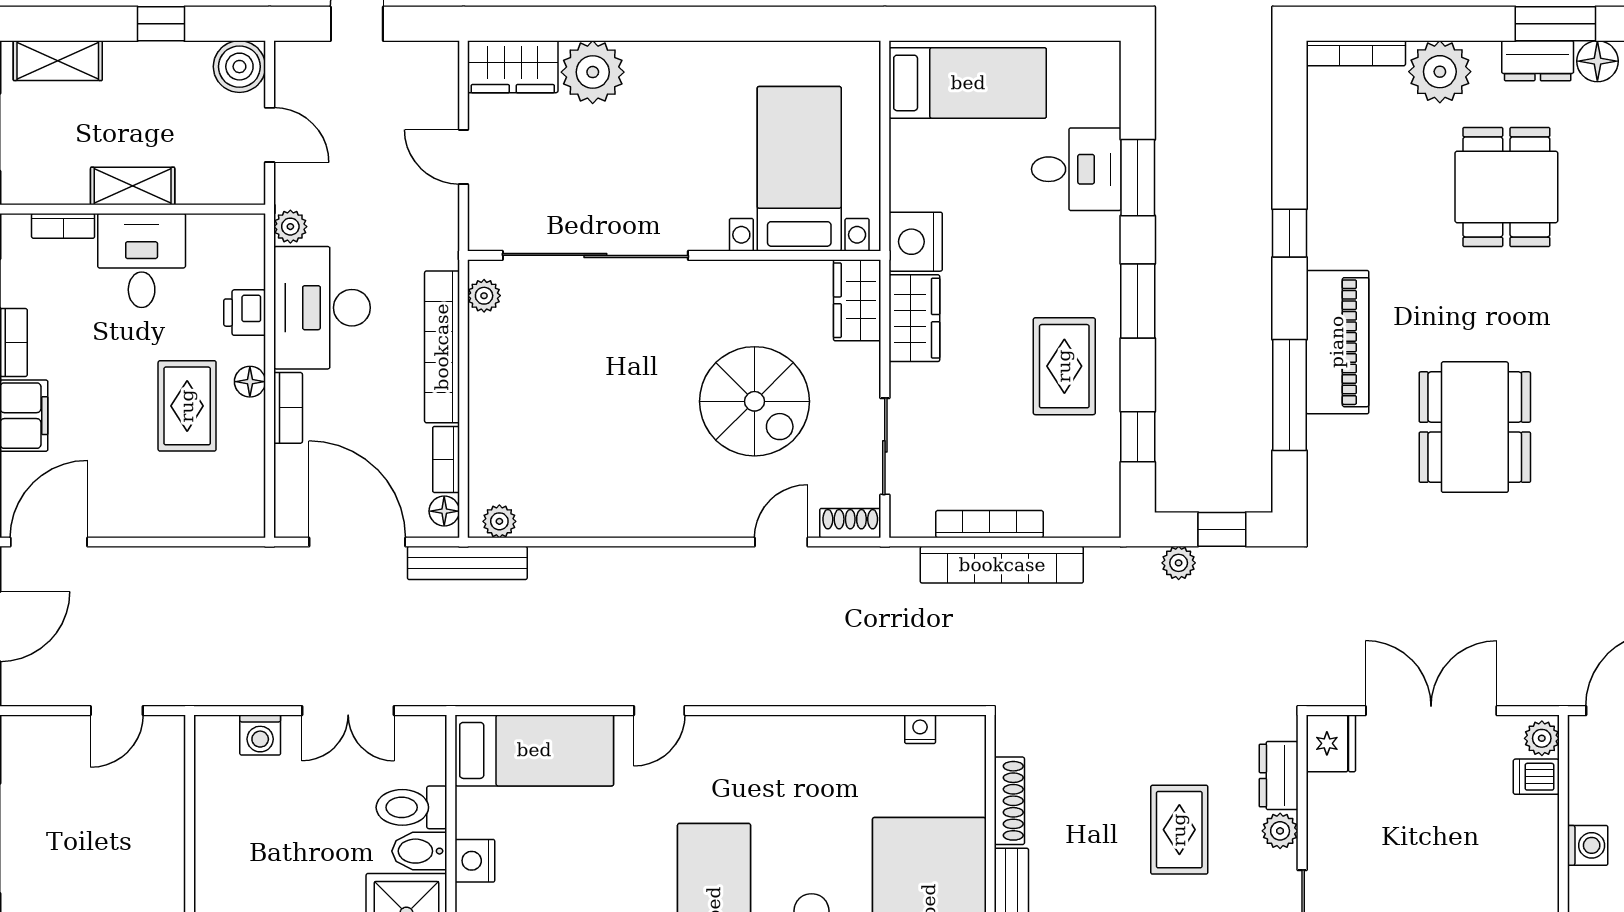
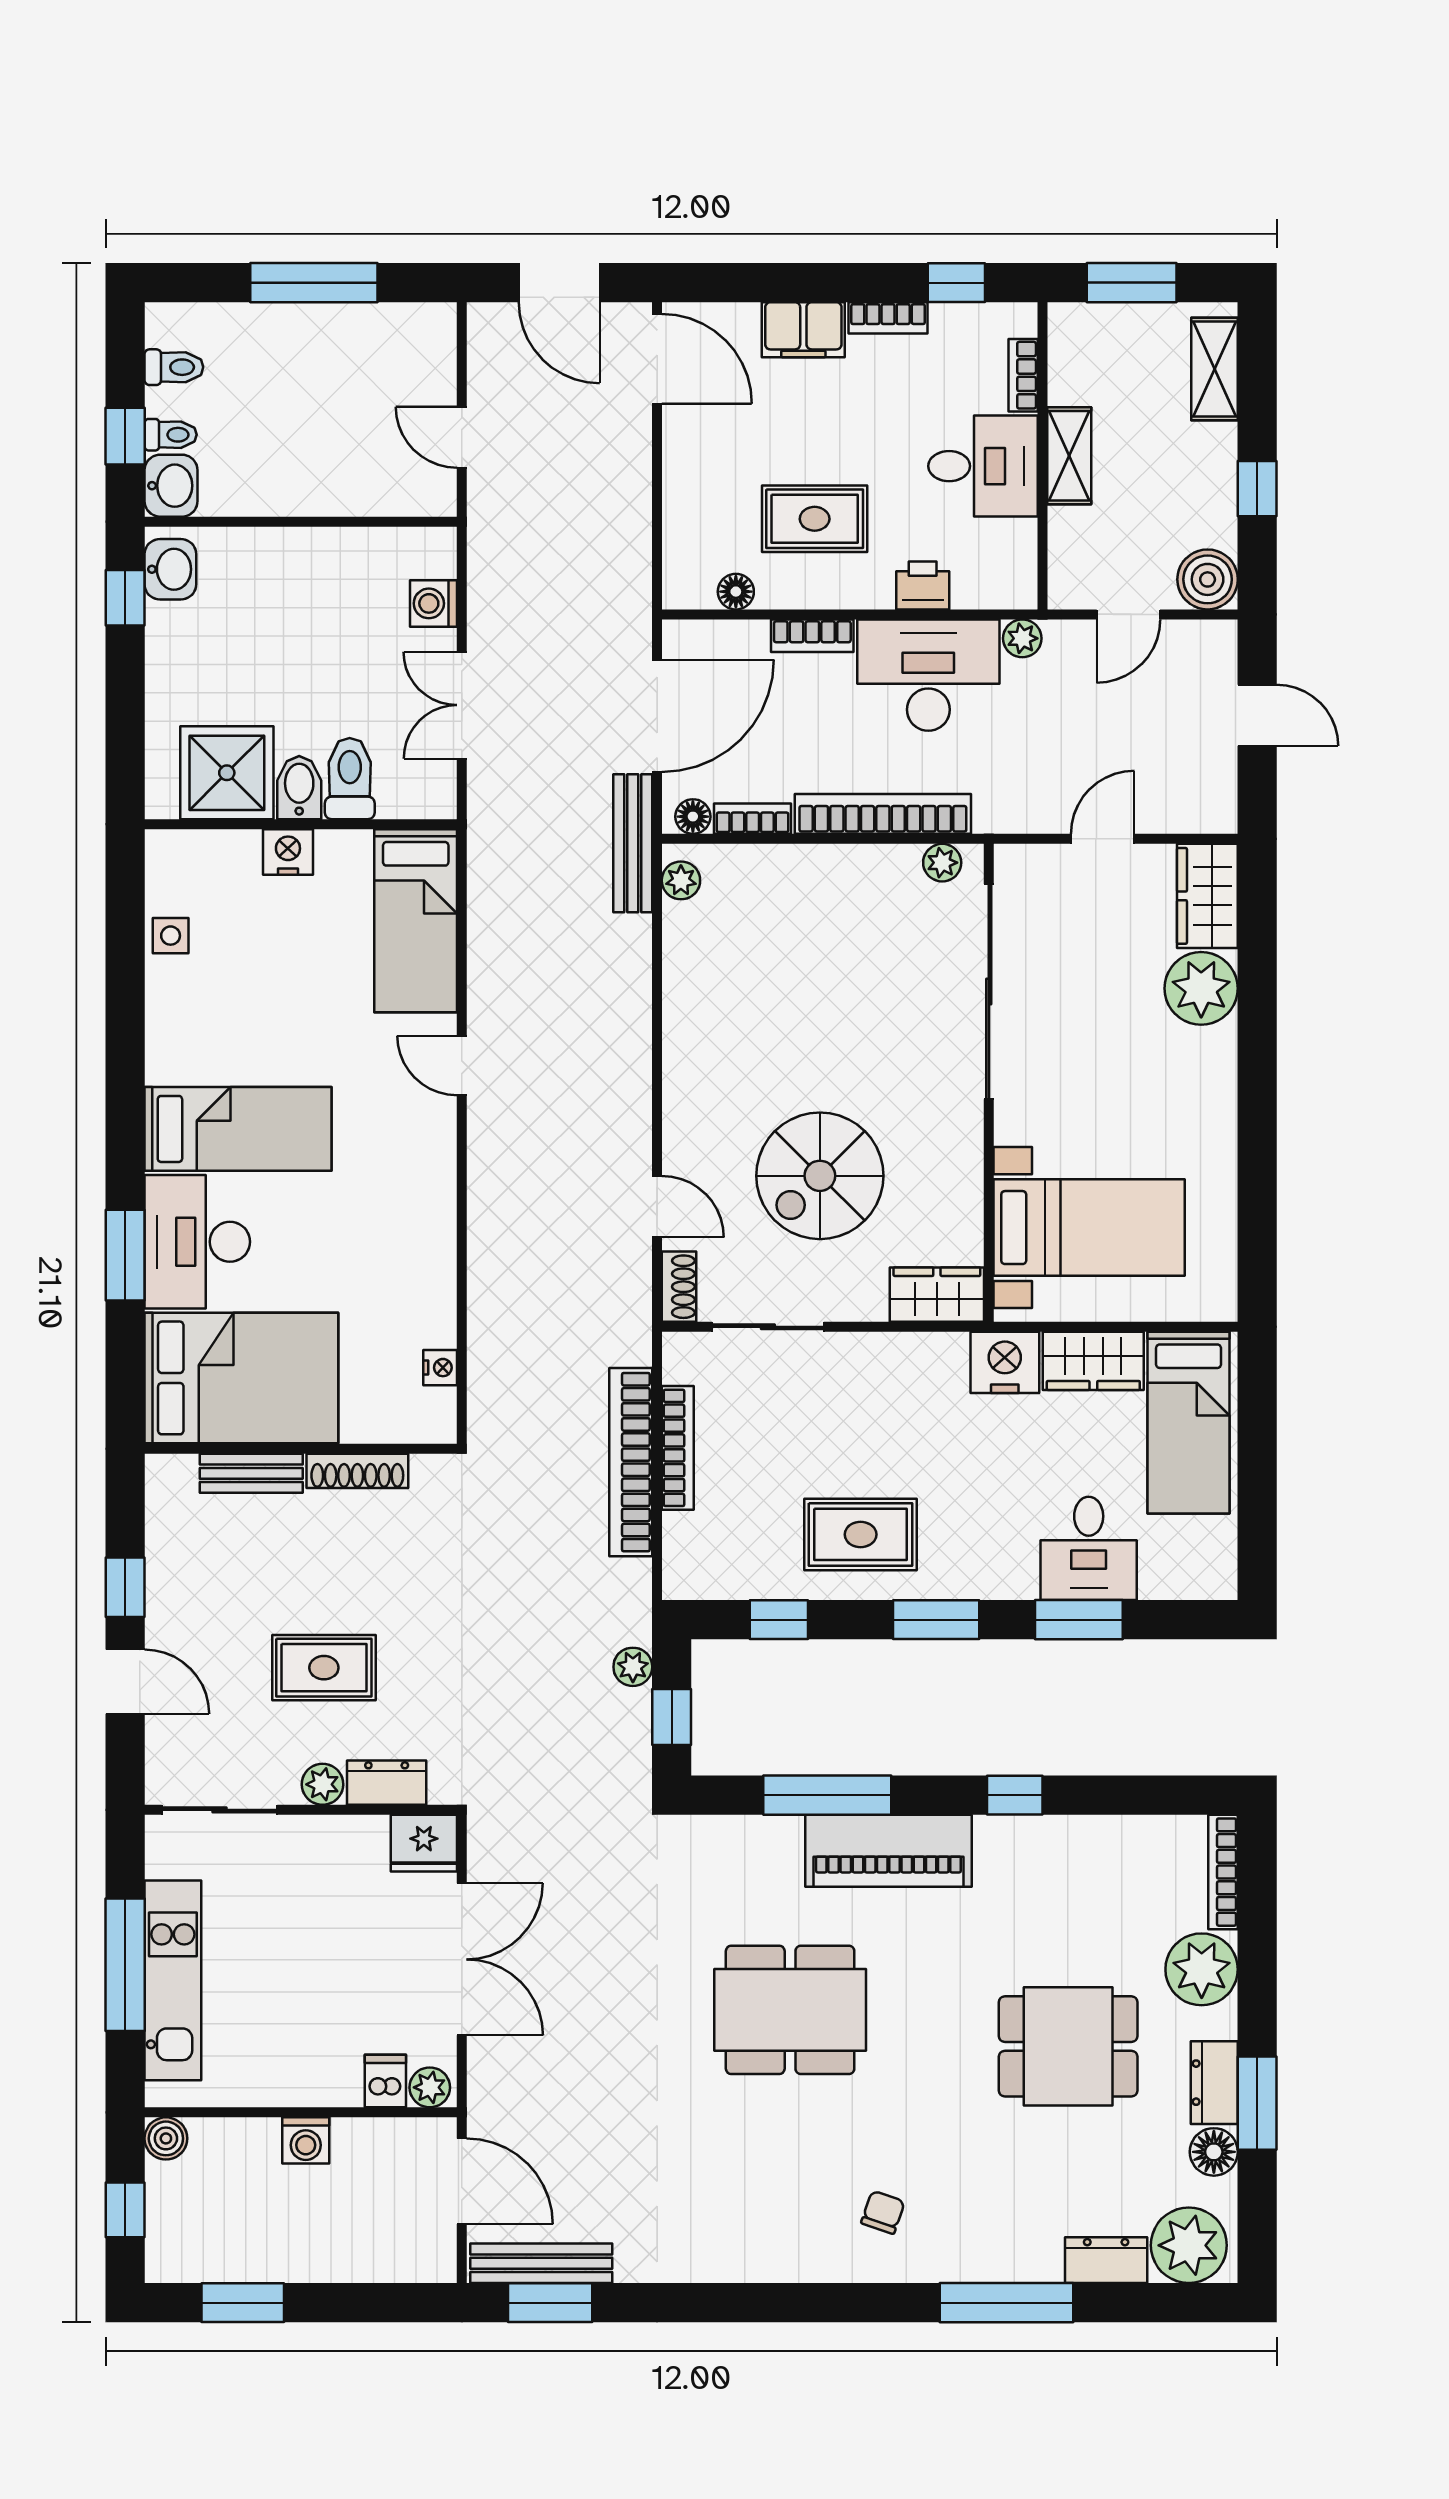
wardrobe: (914, 318) -> (1093, 1361), moved
floor lamp: (250, 382) -> (736, 592), moved

